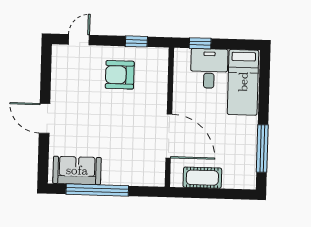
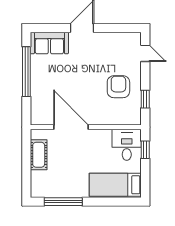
desk: (209, 68) -> (127, 145), moved, turned -90
door: (169, 136) -> (71, 127), swing flipped
sofa: (77, 170) -> (49, 43), moved, turned 90

